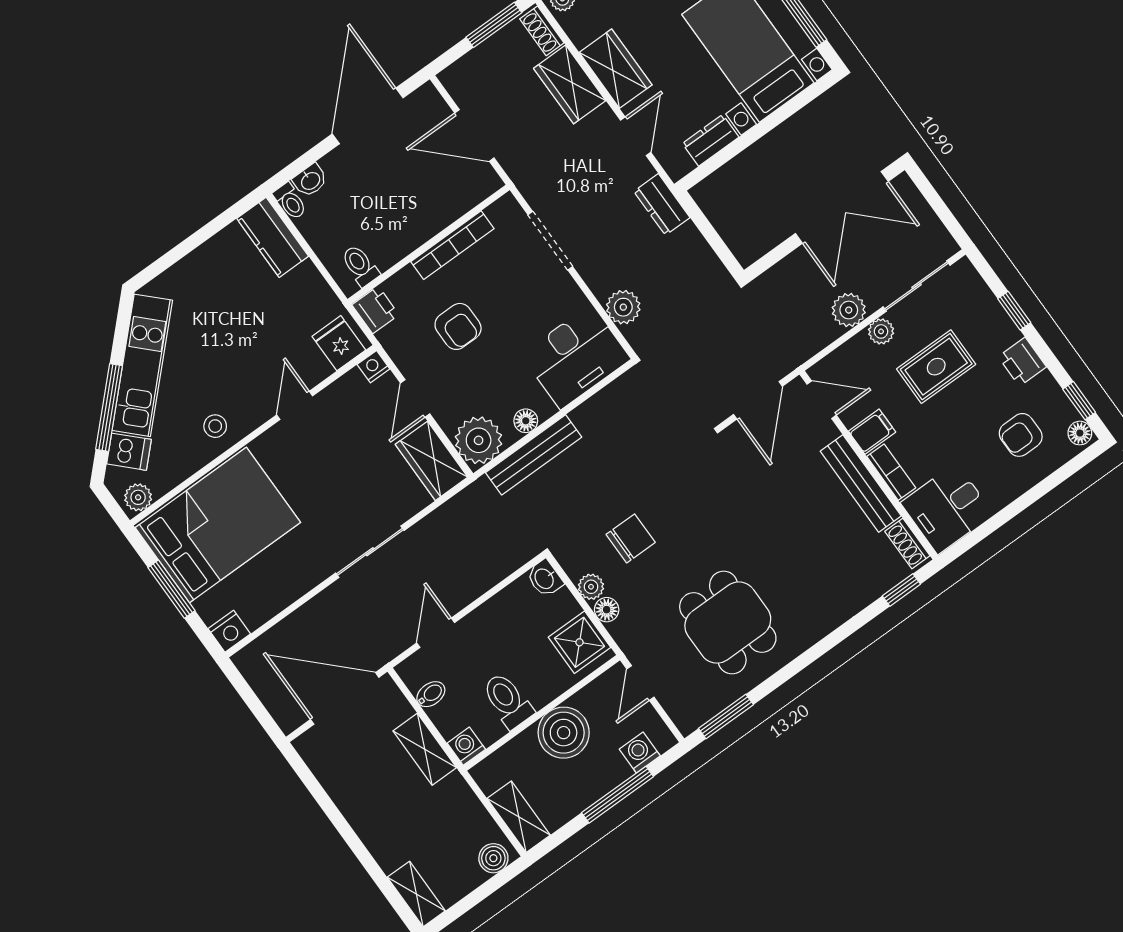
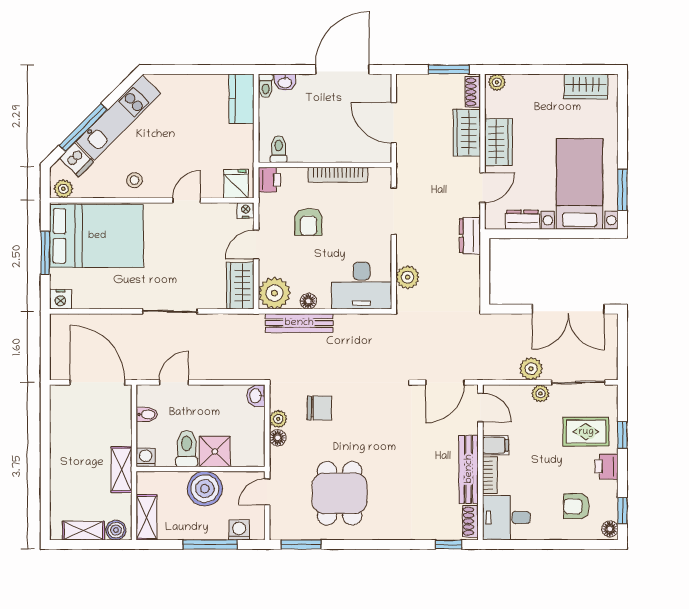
rug: (936, 367) -> (586, 432), moved
shower: (579, 642) -> (215, 451), moved
shelving: (425, 749) -> (121, 470), moved
shelving: (416, 894) -> (83, 531), moved, turned 90

